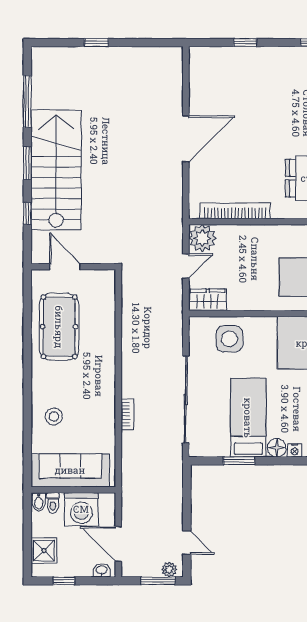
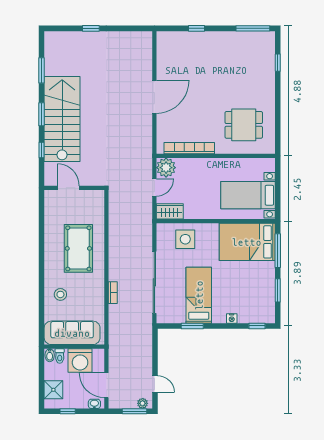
window: (27, 101) -> (42, 70), width x0.69
pool table: (59, 327) -> (78, 248), moved
floor lamp: (277, 448) -> (219, 317), removed

